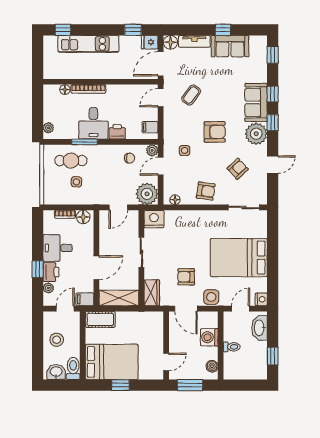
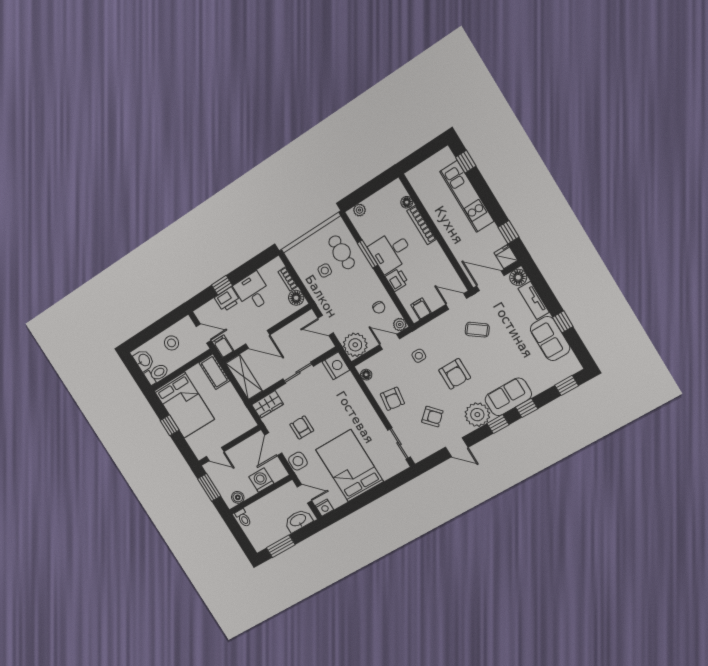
plant: (48, 288) -> (212, 306), removed
toilet: (232, 347) -> (243, 518), moved
window: (273, 356) -> (281, 546), width x1.50

